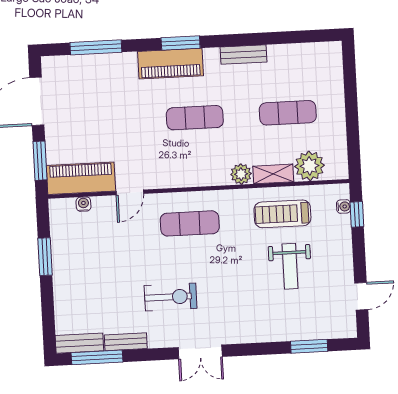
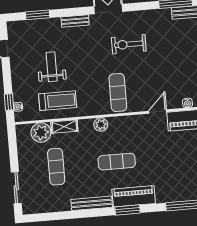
bench: (243, 55) -> (92, 203), width x1.36
sliding door: (350, 83) -> (16, 188), added
exercise mat: (288, 113) -> (56, 167), turned 90
plant: (241, 174) -> (101, 125), moved
exercise mat: (190, 223) -> (118, 93), turned 90
bench: (126, 342) -> (75, 21), moved

